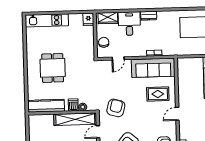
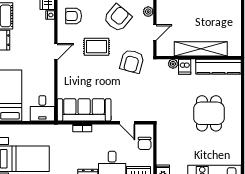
door: (118, 58) -> (127, 123), swing flipped
desk: (187, 68) -> (42, 108), added
rug: (158, 94) -> (96, 47), moved
shelving: (75, 119) -> (201, 49), moved

